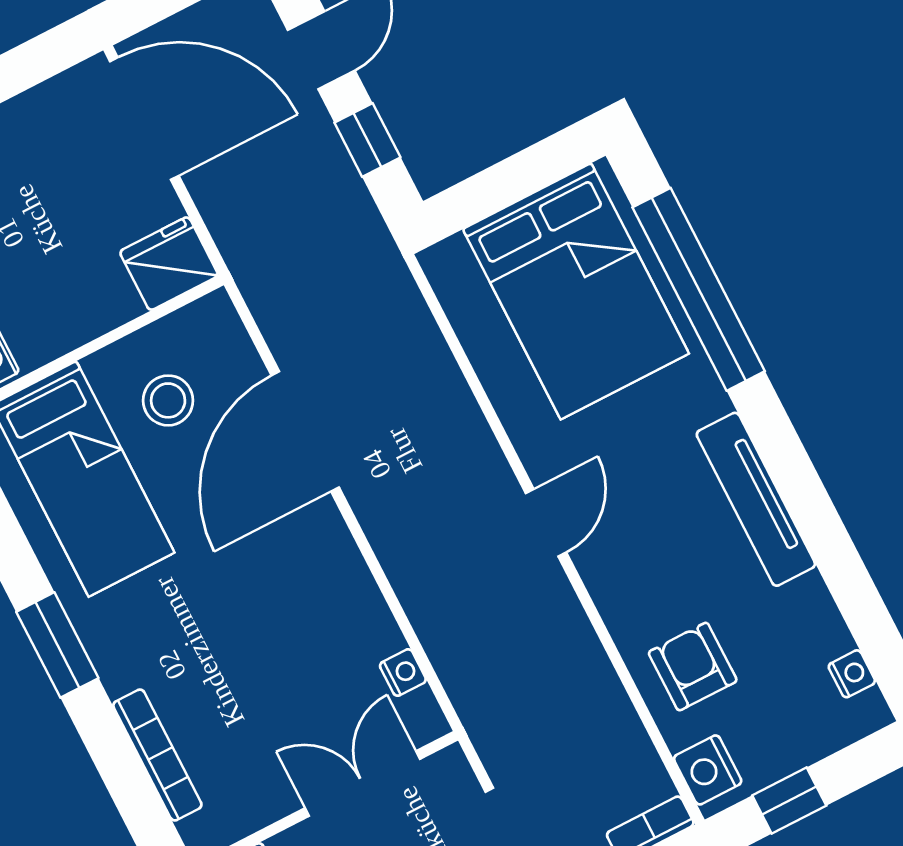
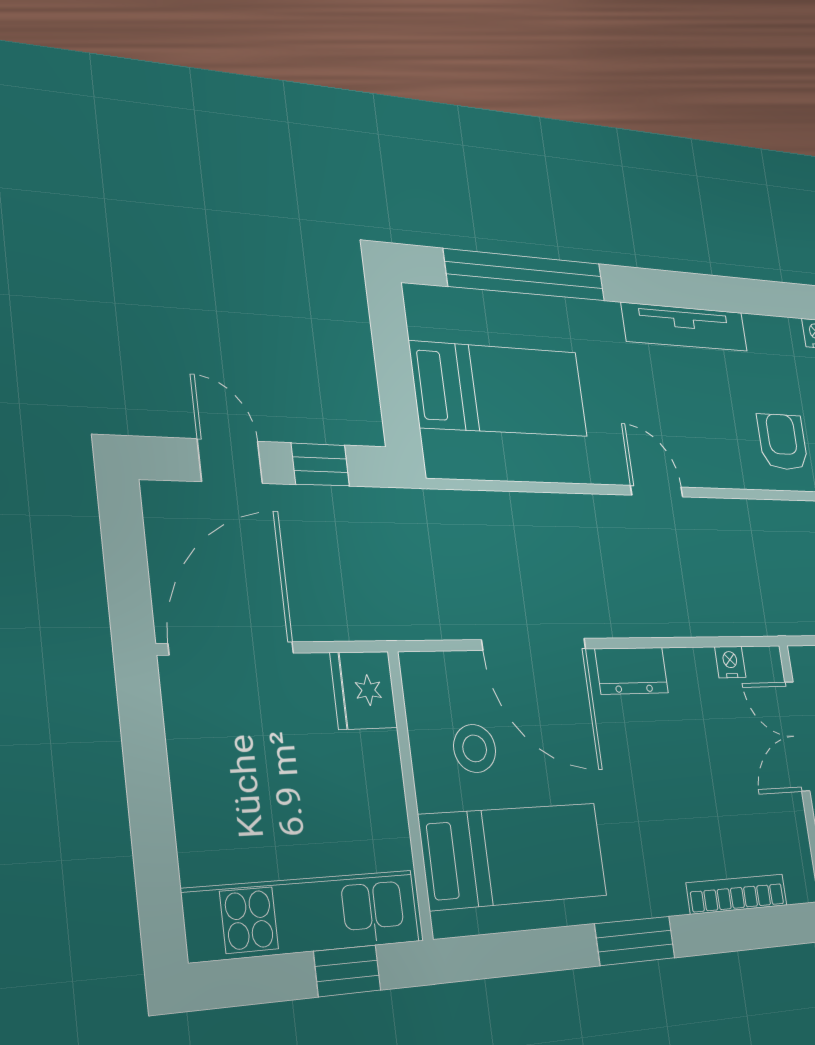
bed: (576, 291) -> (499, 389), width x0.67
dresser: (334, 554) -> (632, 671), added
armchair: (693, 667) -> (783, 442), turned 90

